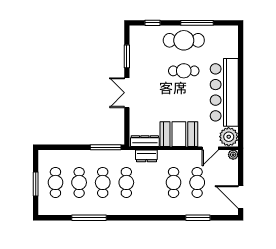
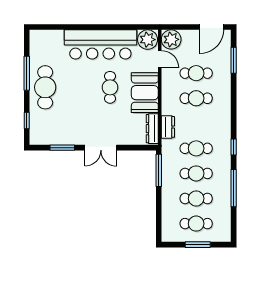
cafe table: (184, 71) -> (110, 87), moved
plant: (233, 155) -> (171, 39), width x1.88, depth x1.88
window: (128, 218) -> (234, 147), added
window: (198, 218) -> (234, 60), moved

